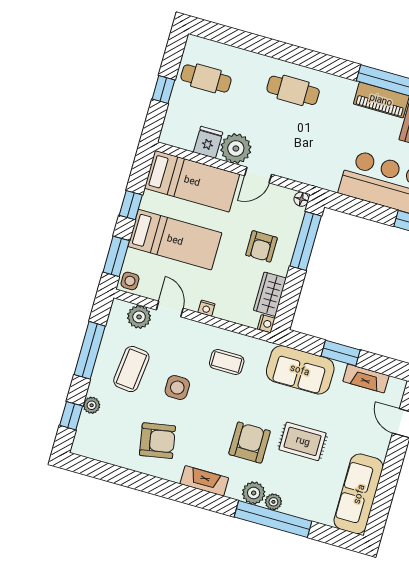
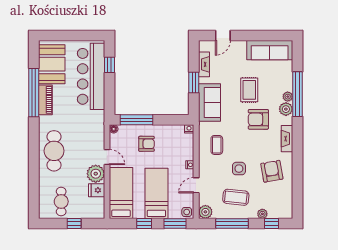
cafe table: (293, 90) -> (54, 151), width x1.37, depth x1.35
wardrobe: (270, 294) -> (172, 131), removed
plant: (139, 317) -> (205, 212), moved

